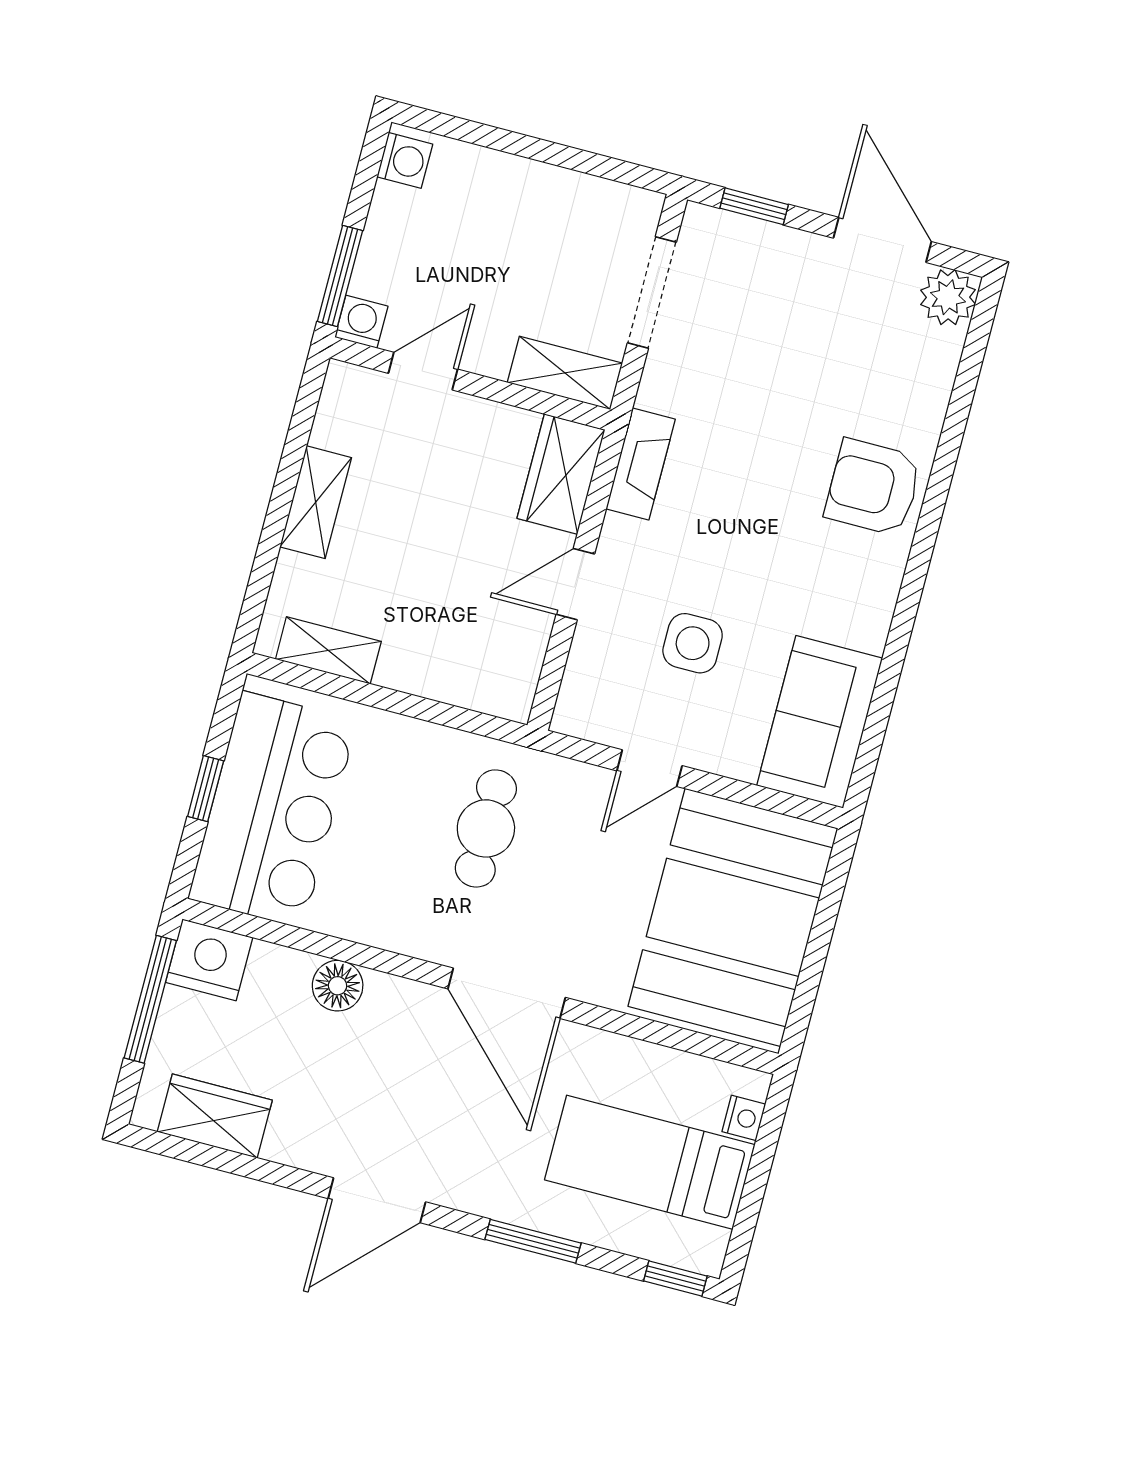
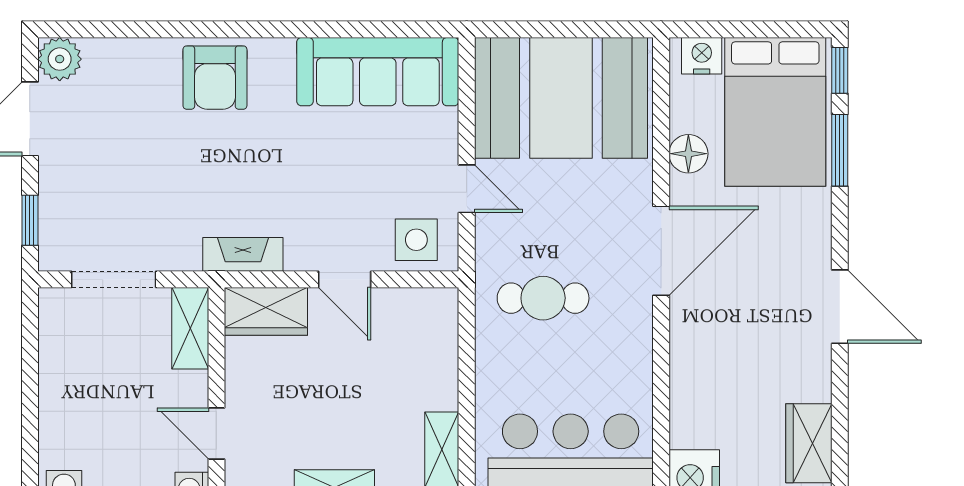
side table: (693, 643) -> (416, 240), moved
sofa: (820, 722) -> (378, 72), width x1.36
floor lamp: (338, 986) -> (688, 154), moved
nightstand: (744, 1118) -> (702, 56), width x1.39, depth x1.35
bed: (650, 1162) -> (775, 112), width x1.50
window: (533, 1241) -> (840, 150), moved

